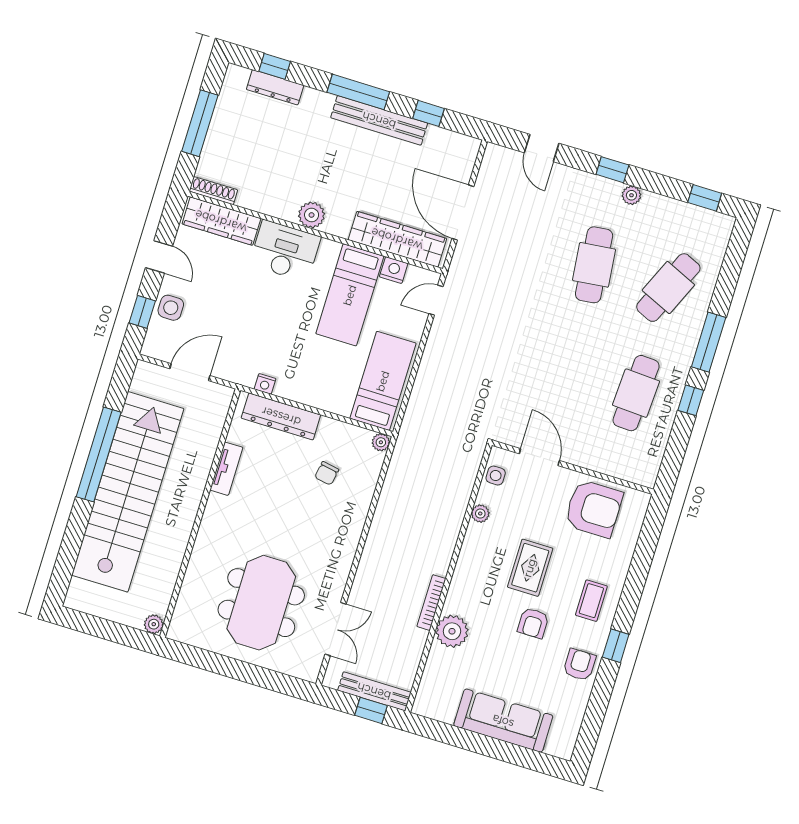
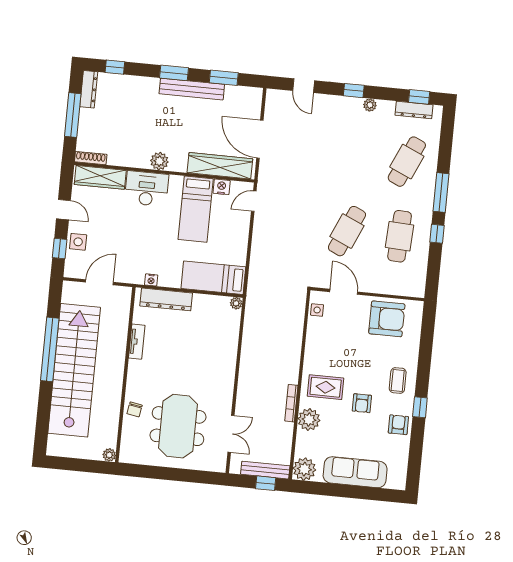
dresser: (275, 87) -> (89, 89), moved, turned -90
window: (358, 92) -> (174, 73), width x0.69
window: (429, 113) -> (224, 78), width x1.50
dresser: (694, 215) -> (414, 110), added
cafe table: (594, 265) -> (347, 231), moved, turned 30
bed: (383, 381) -> (213, 278), moved, turned -90
chair: (327, 473) -> (135, 409), moved
plant: (480, 514) -> (304, 469), moved, width x1.88, depth x1.88
rug: (530, 568) -> (326, 387), moved, turned 90

